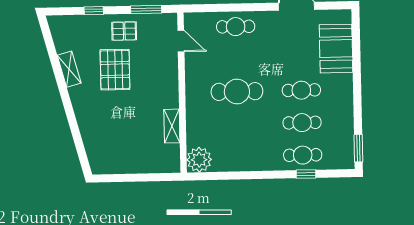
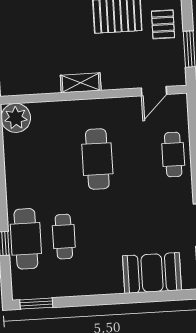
cafe table: (301, 90) -> (102, 234), removed
shelving: (172, 126) -> (81, 83), moved
cafe table: (303, 155) -> (26, 239), width x1.37, depth x1.35

